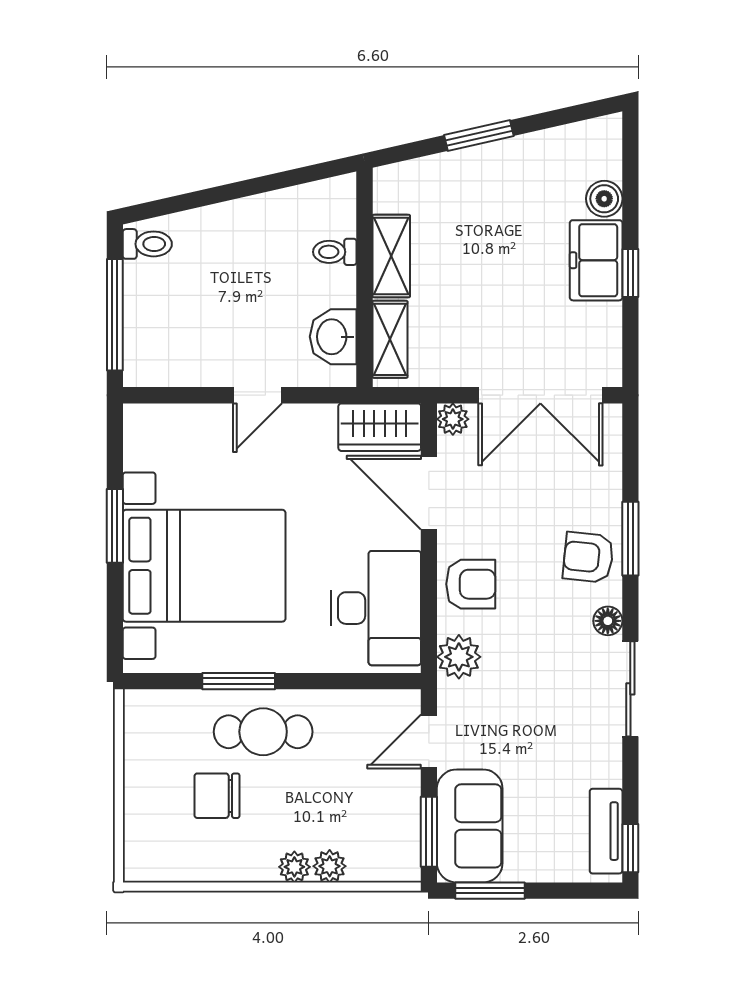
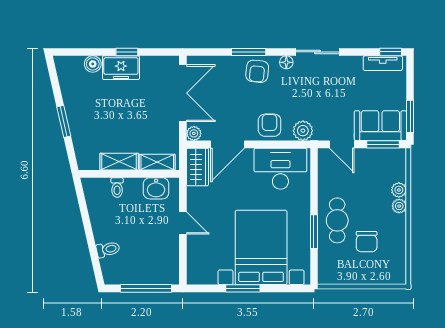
toilet: (147, 244) -> (108, 249), moved, turned 77

